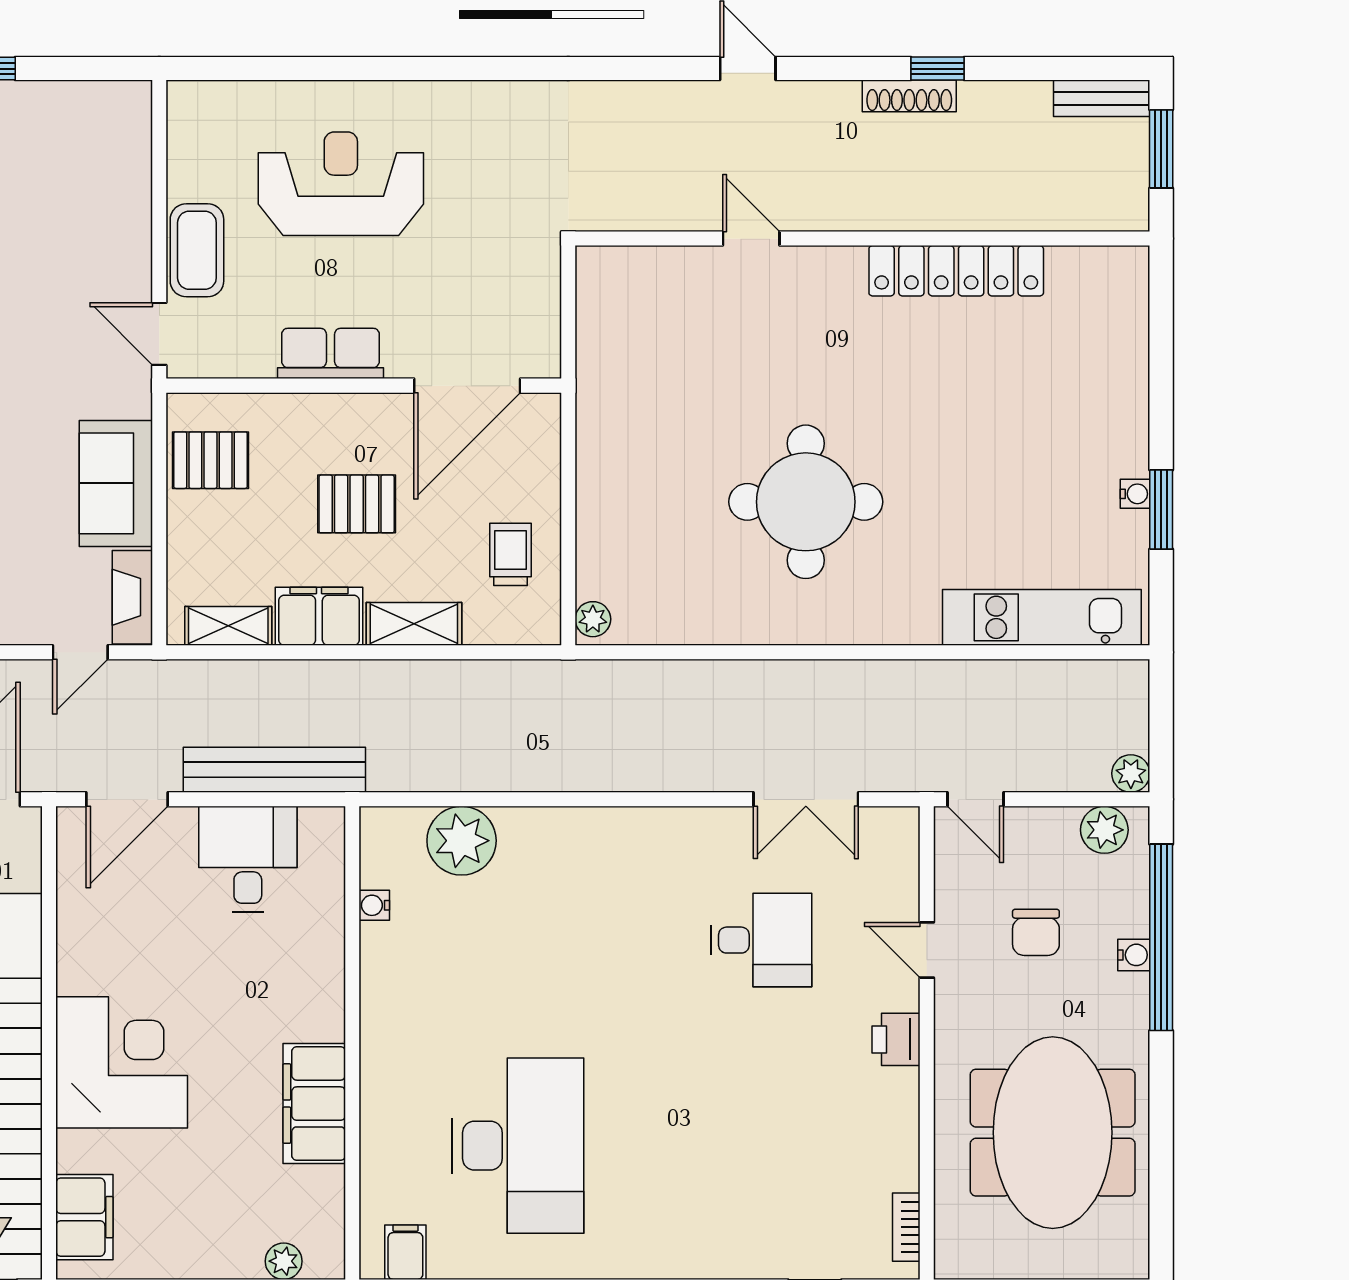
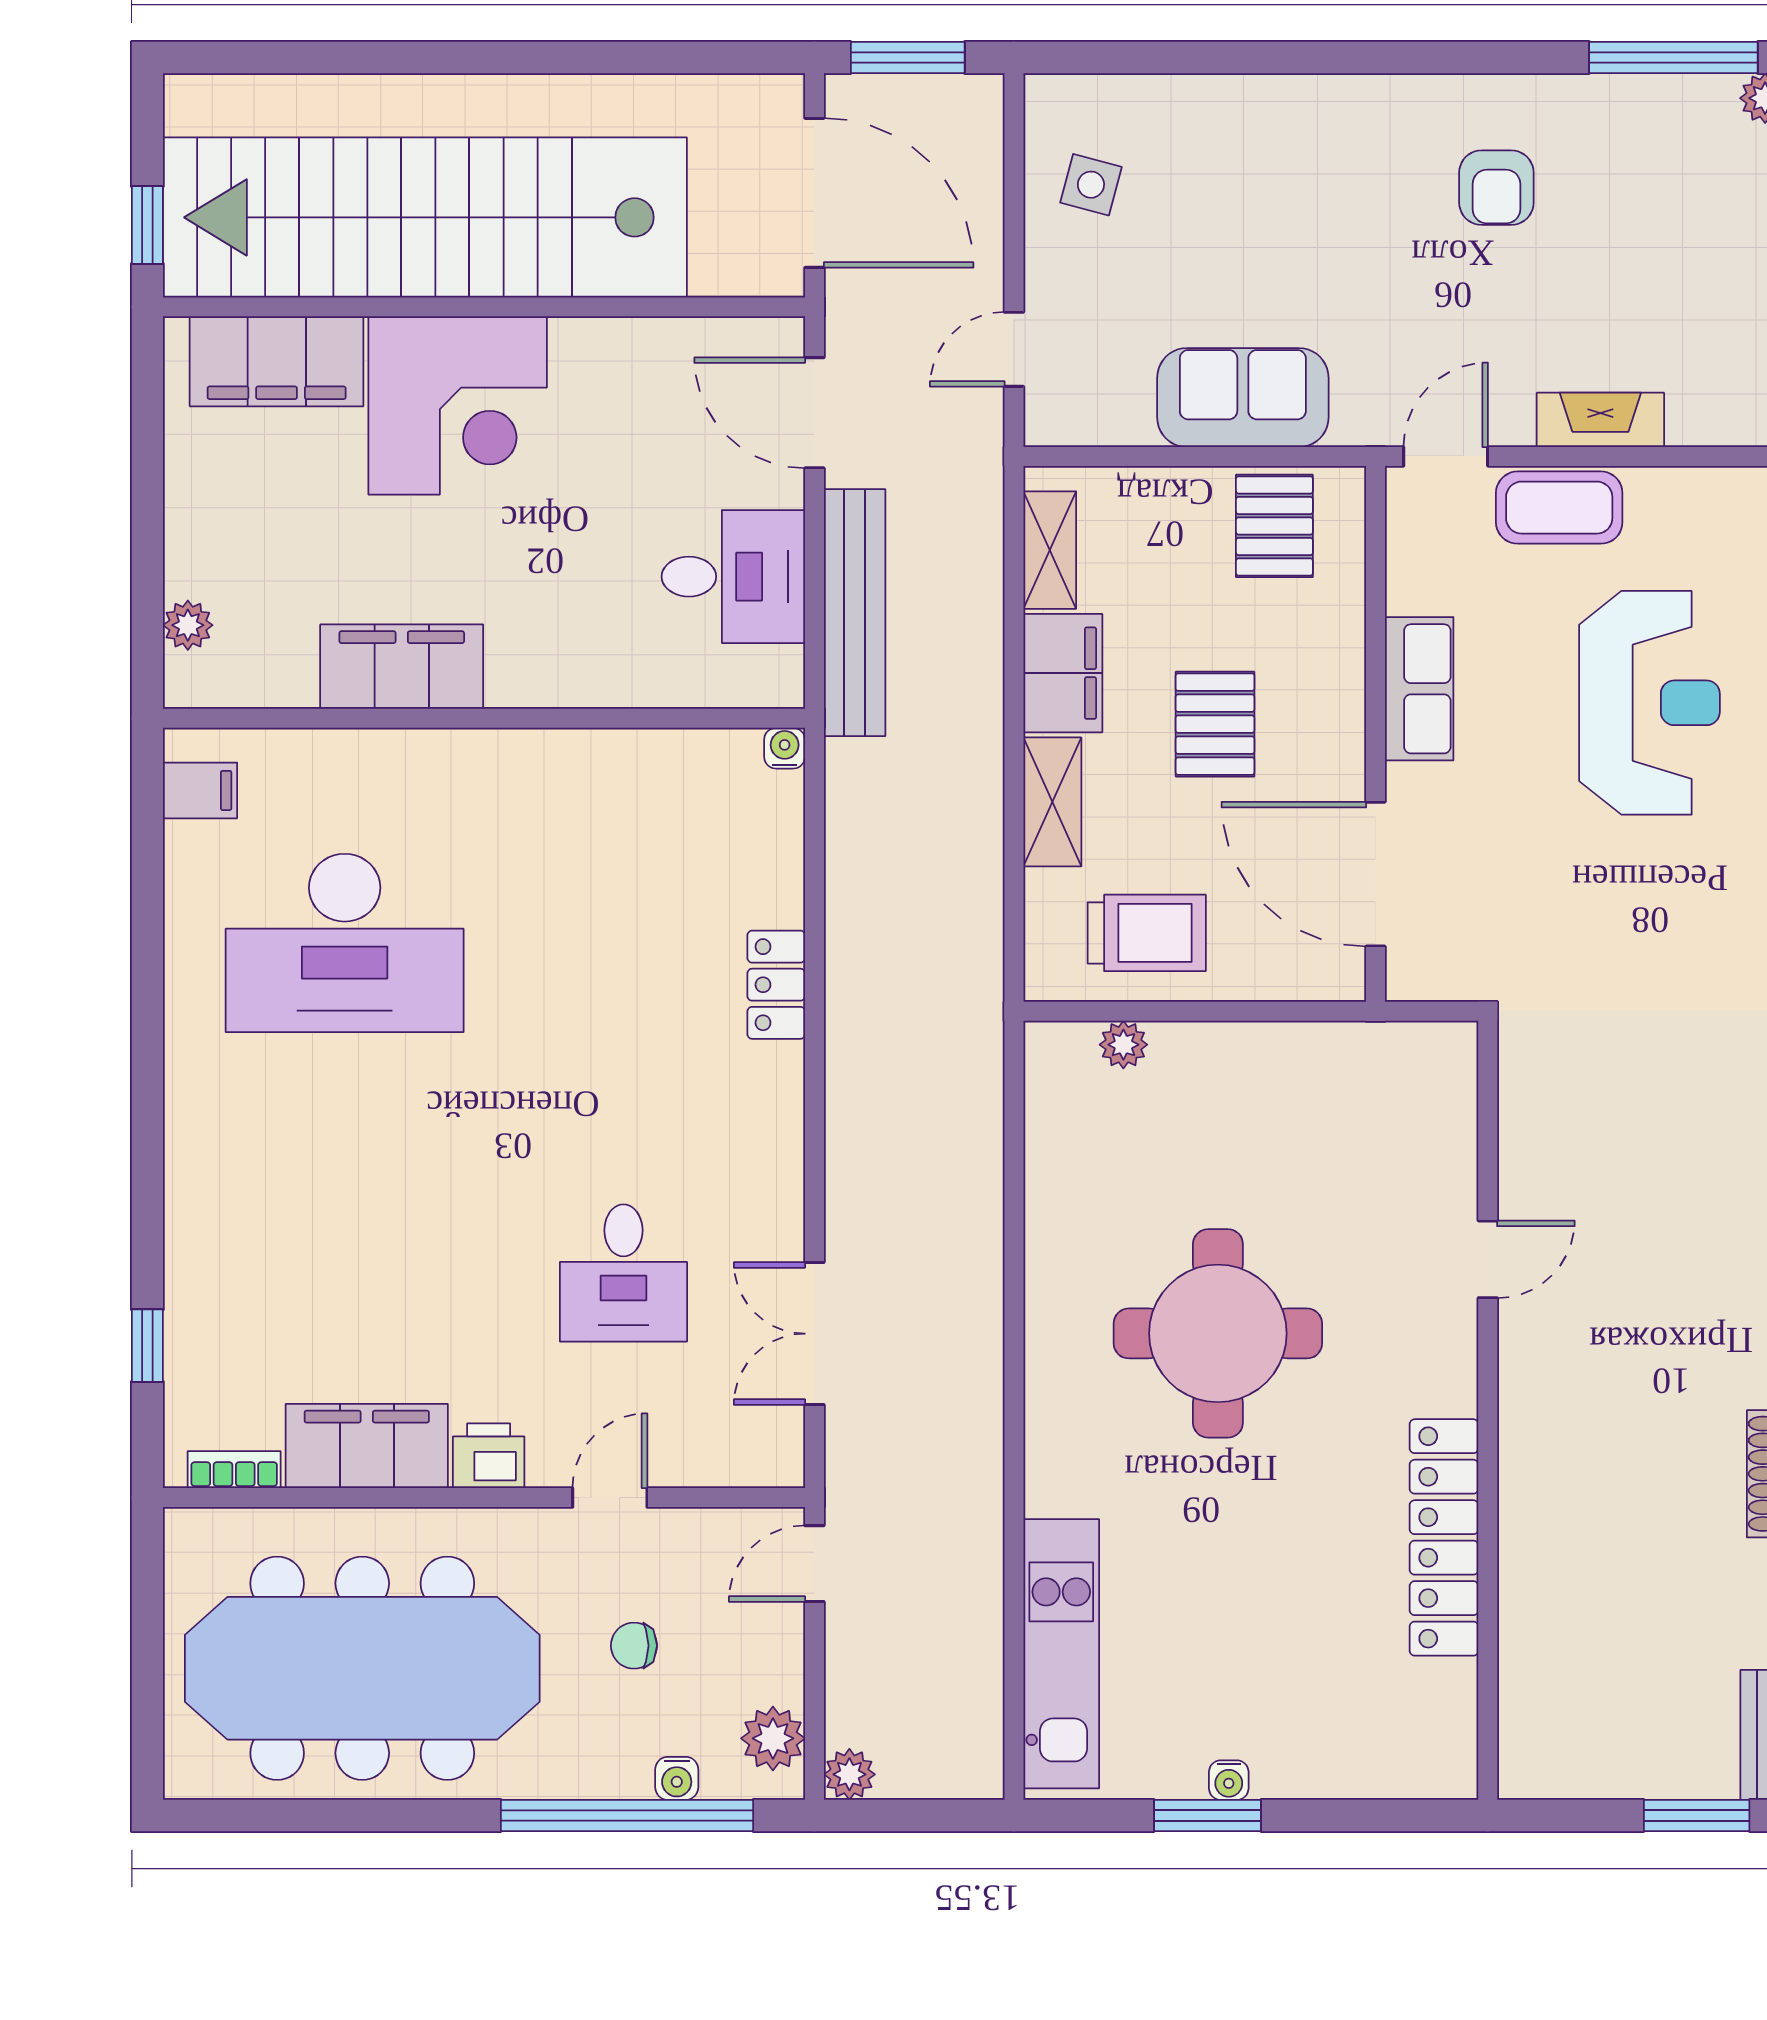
door: (751, 239) -> (1488, 1259), moved
wall: (862, 239) -> (1488, 1410), moved
locker: (956, 271) -> (1444, 1537), moved
trolley: (511, 554) -> (1147, 933), width x1.36, depth x1.39
fireplace: (132, 597) -> (1600, 420), moved
plant: (593, 619) -> (1123, 1045), moved
door: (80, 652) -> (1014, 349), hinge flipped
locker: (549, 827) -> (776, 985), added
plant: (462, 841) -> (758, 867), removed
water cooler: (374, 905) -> (785, 748), moved
chair: (1036, 932) -> (634, 1646), width x0.73, depth x0.73
water cooler: (1134, 955) -> (677, 1778), moved
filing cabinet: (889, 1129) -> (367, 1446), added
meeting table: (1053, 1133) -> (362, 1668), width x1.36
filing cabinet: (84, 1217) -> (277, 361), width x1.50, depth x1.17

